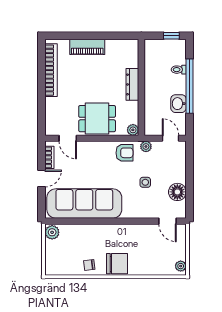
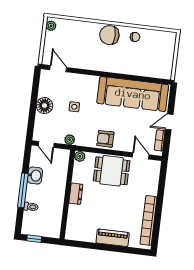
dresser: (132, 84) -> (76, 194), width x0.70
window: (190, 86) -> (23, 190), width x0.68
armchair: (124, 153) -> (105, 139), moved
floor lamp: (177, 192) -> (44, 106), moved
plant: (52, 232) -> (166, 71), removed

